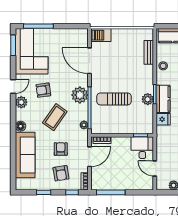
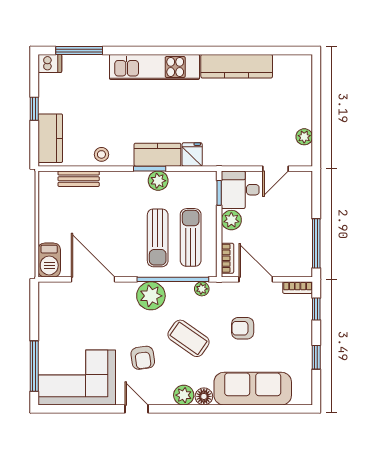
window: (13, 45) -> (67, 409), removed
door: (90, 61) -> (93, 279), swing flipped
plant: (21, 102) -> (184, 395), moved
sun lounger: (114, 118) -> (191, 237), added
plant: (124, 142) -> (231, 220), added
armchair: (61, 173) -> (284, 328), removed

